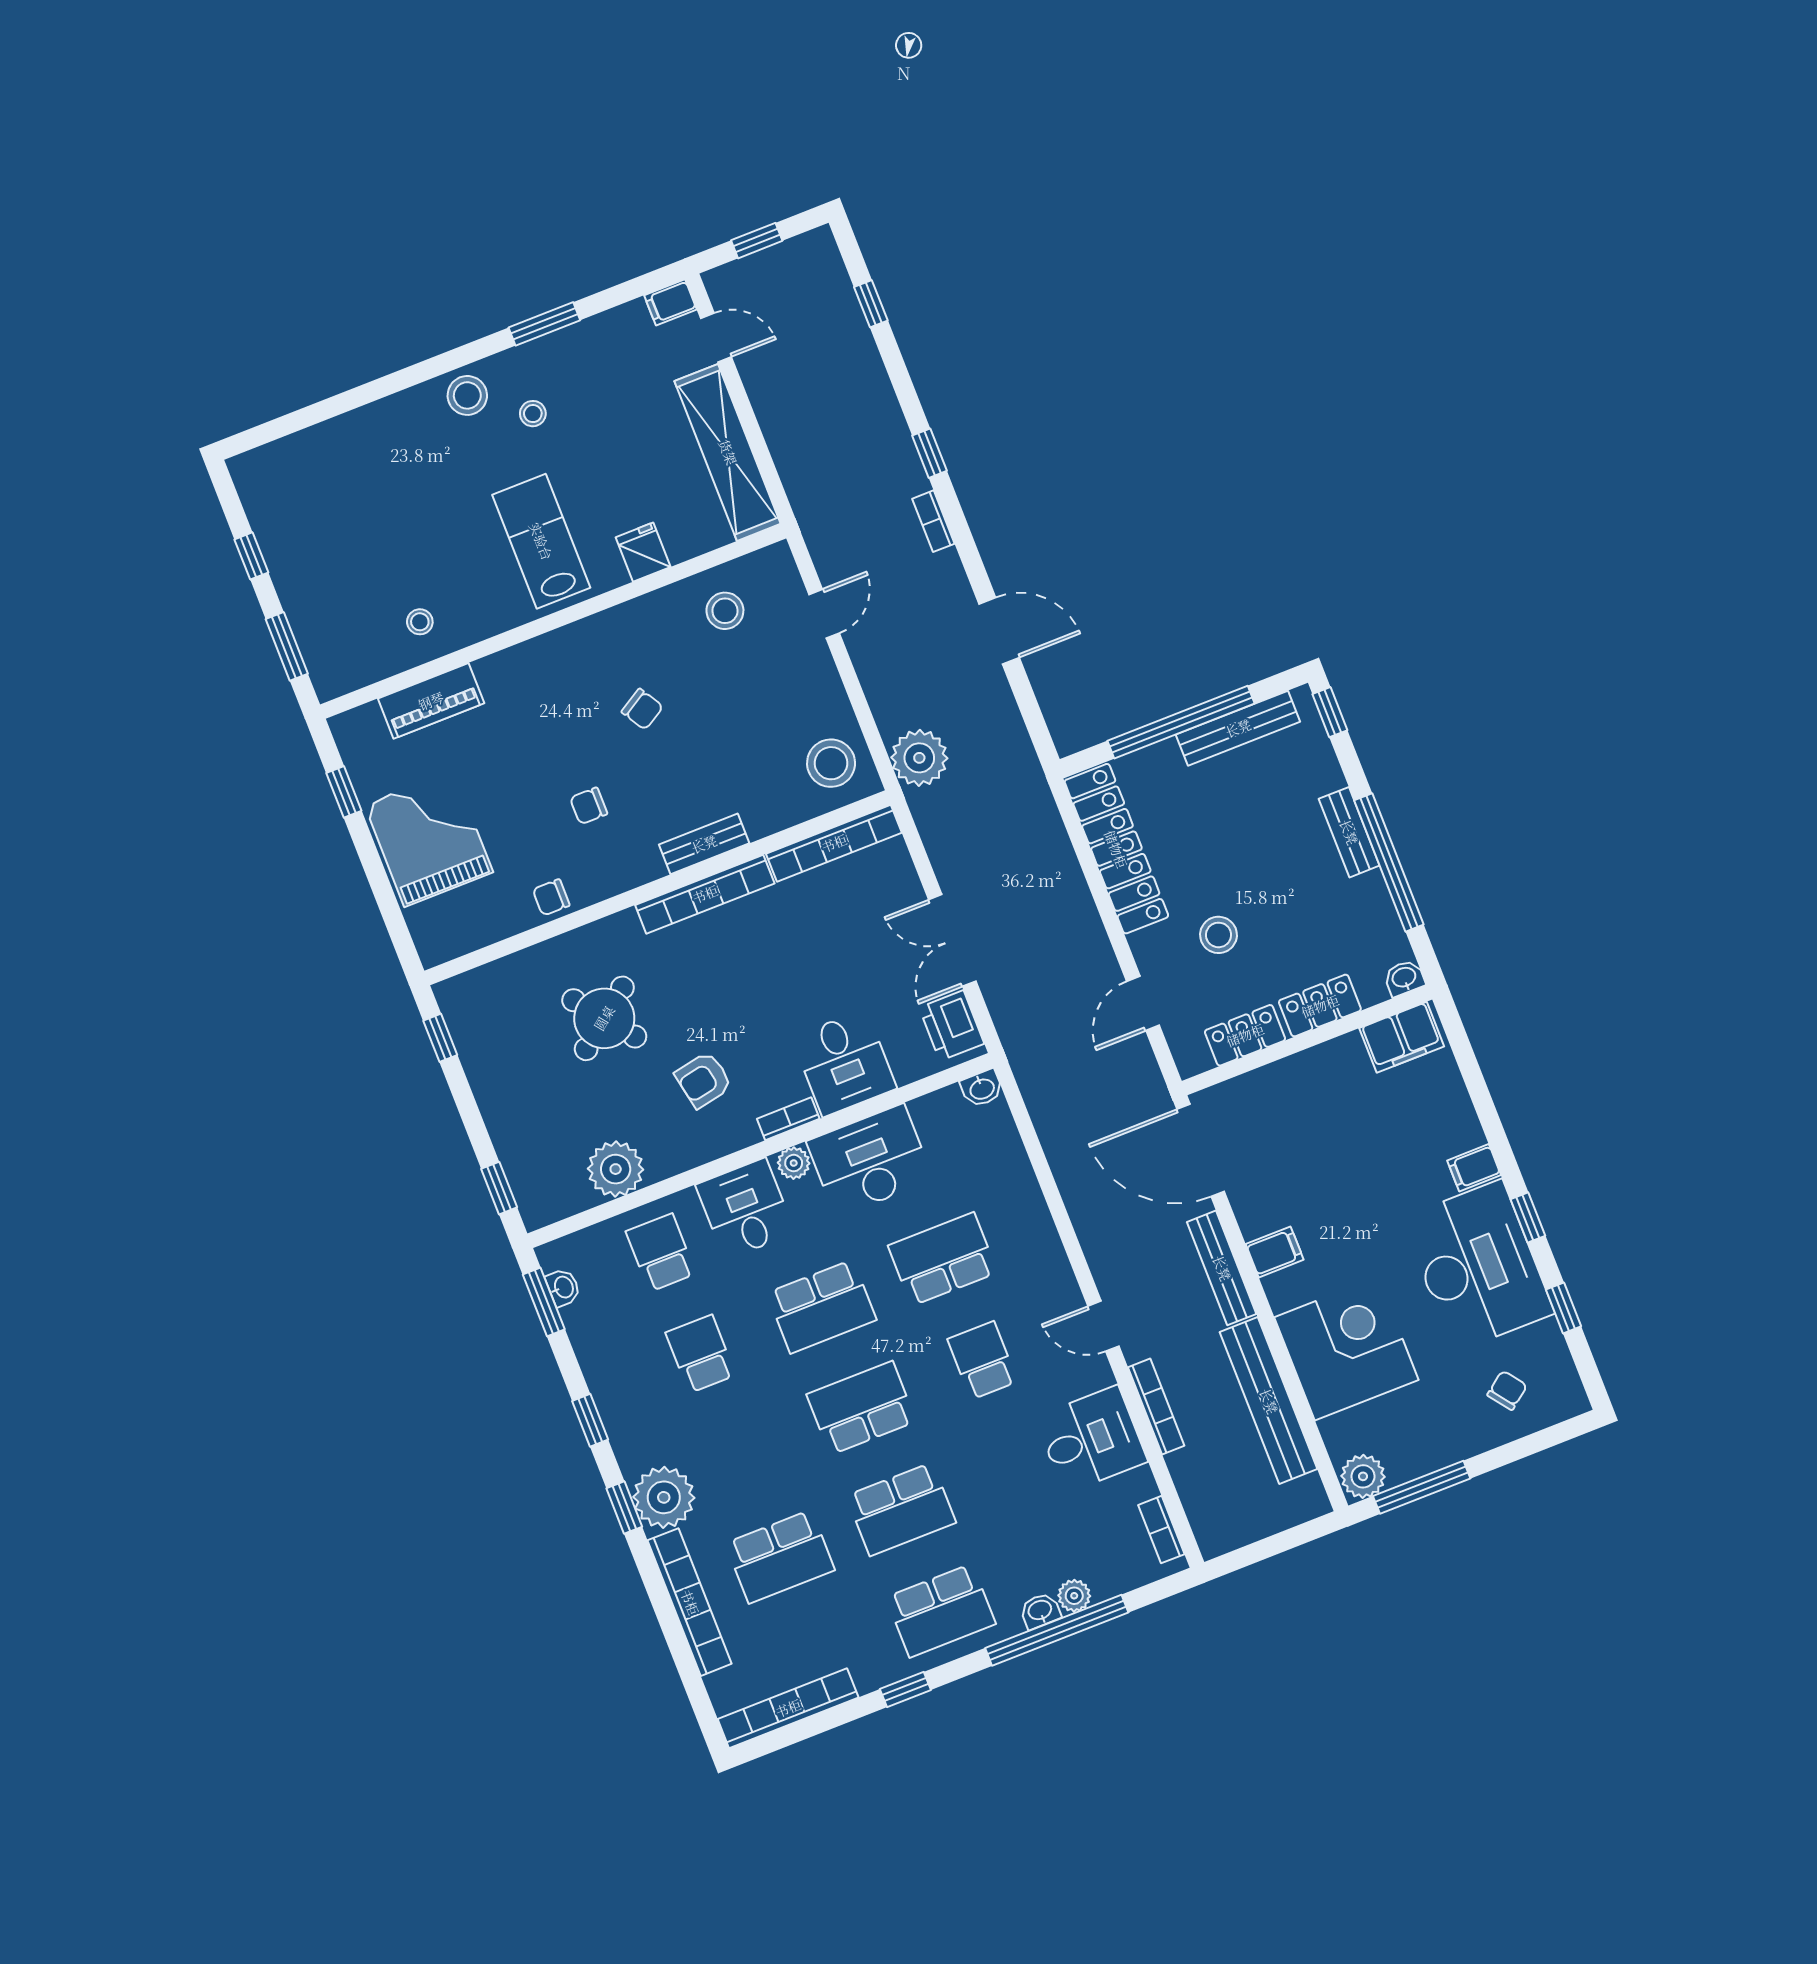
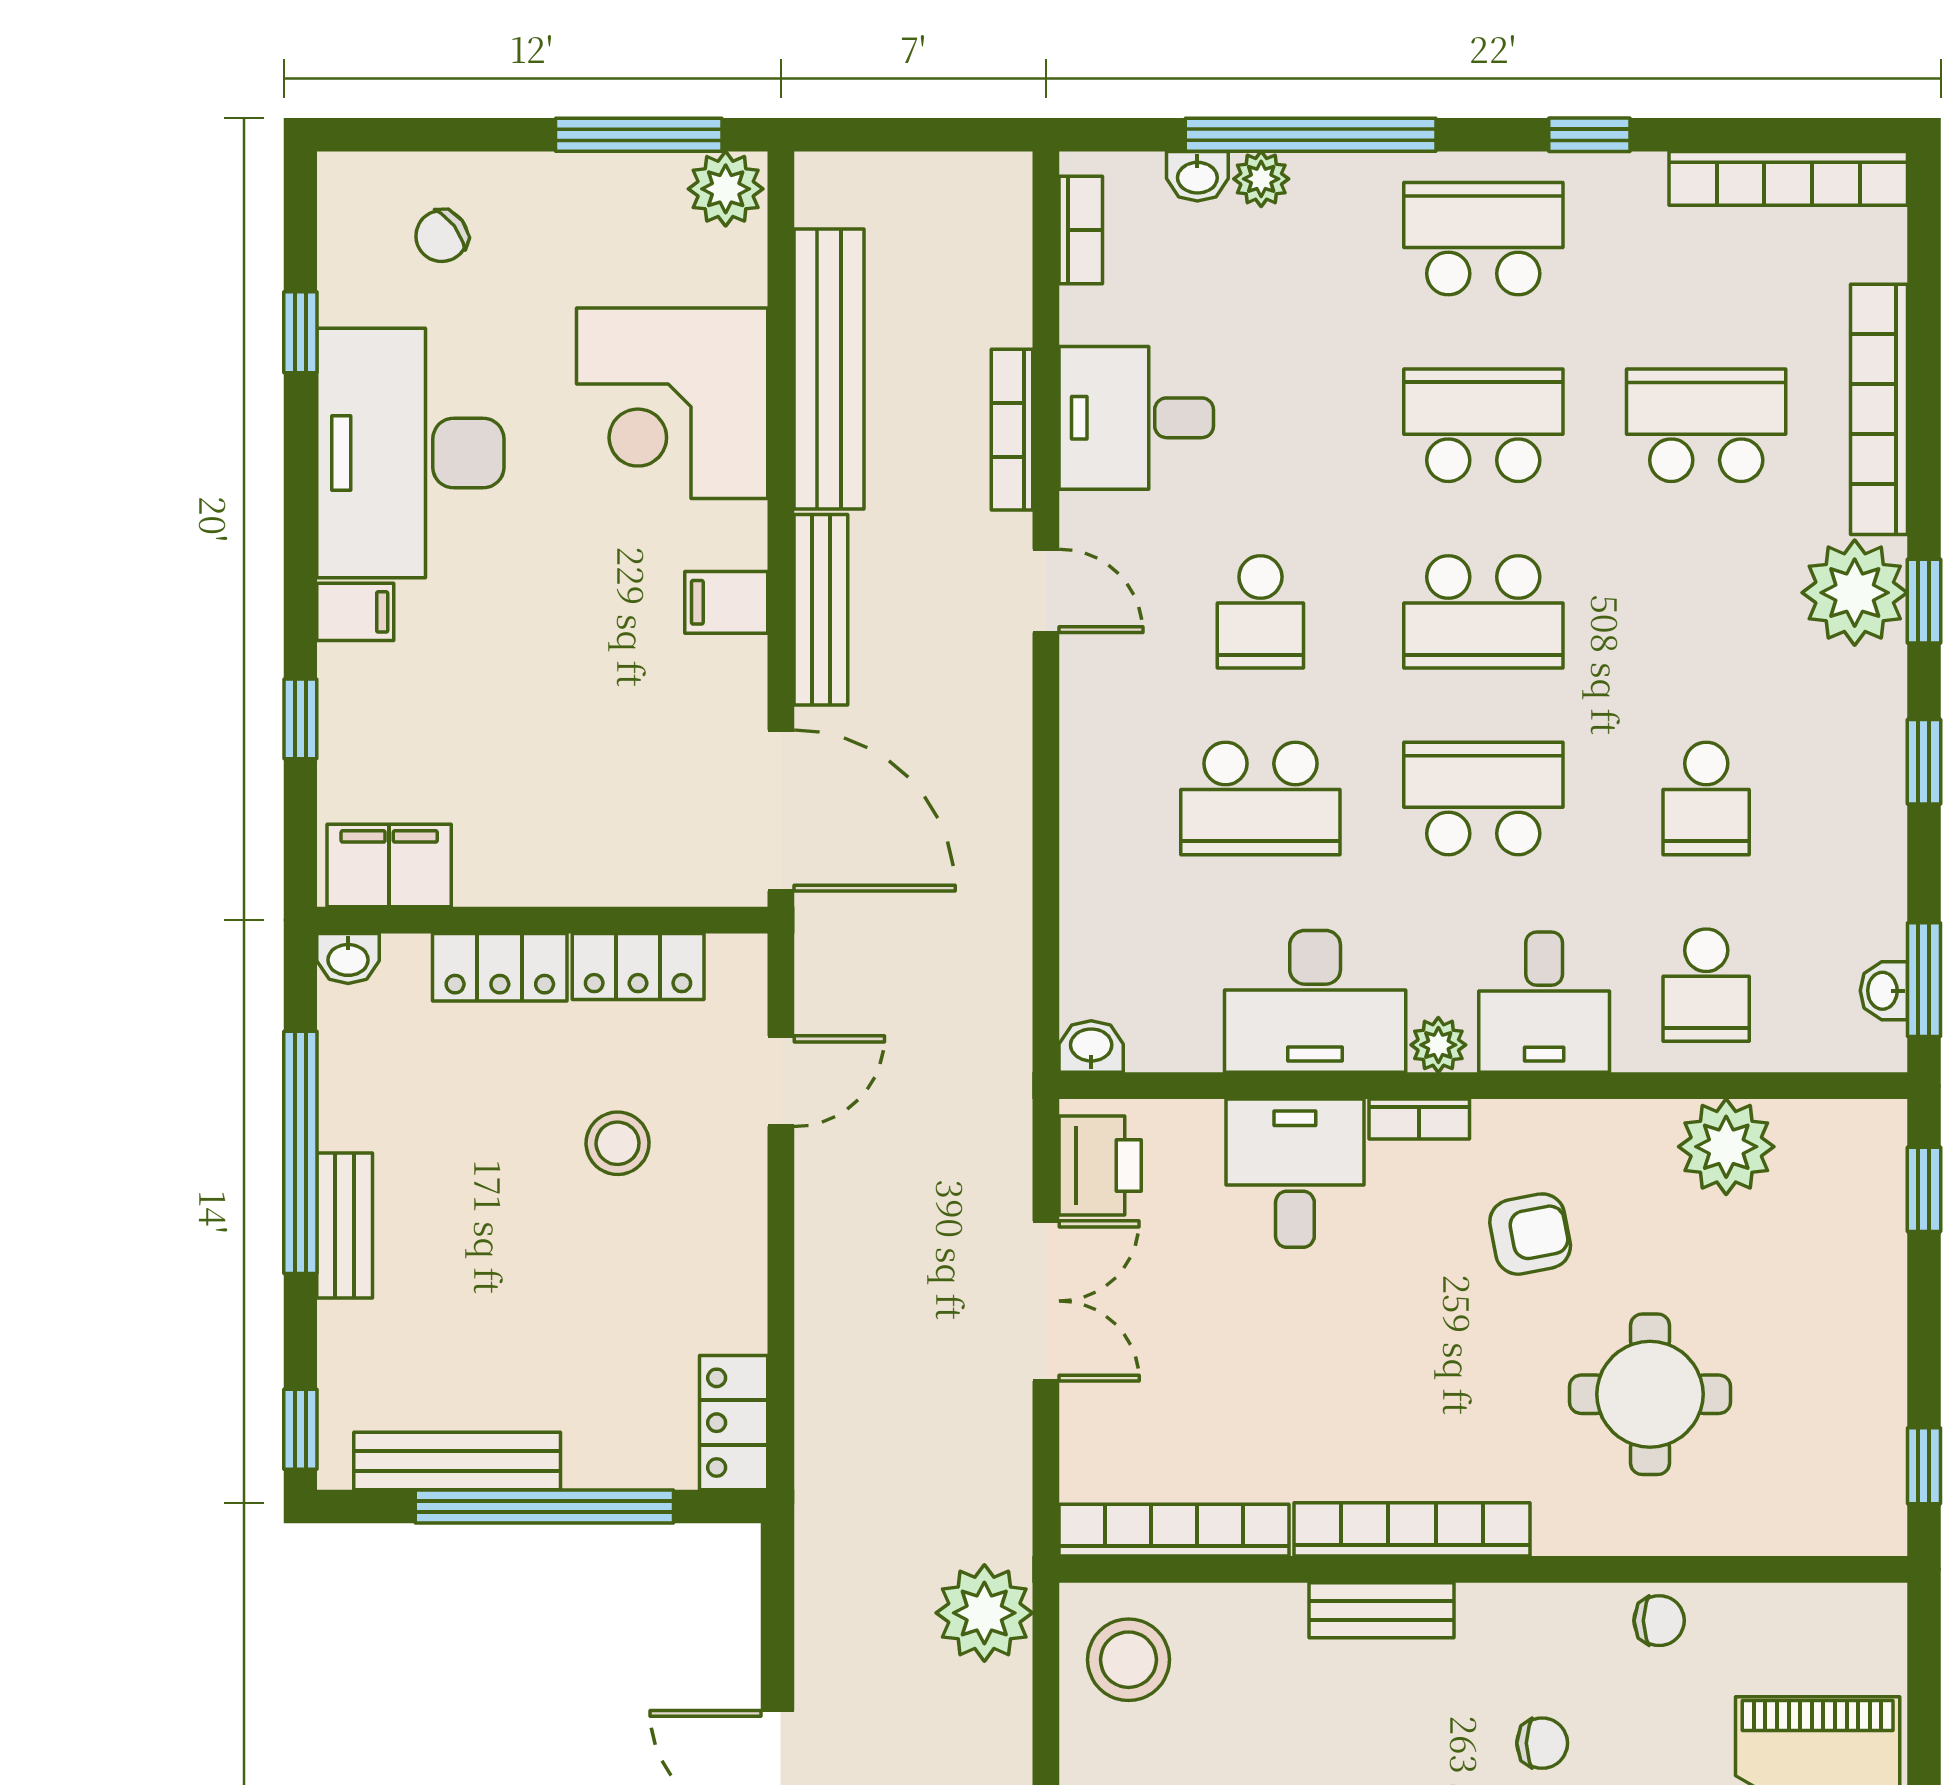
locker: (1116, 849) -> (734, 1423), width x0.46, depth x0.83
round table: (604, 1018) -> (1650, 1394), turned 38
window: (1528, 1217) -> (300, 719), moved
washbasin: (1040, 1611) -> (1197, 176), moved

